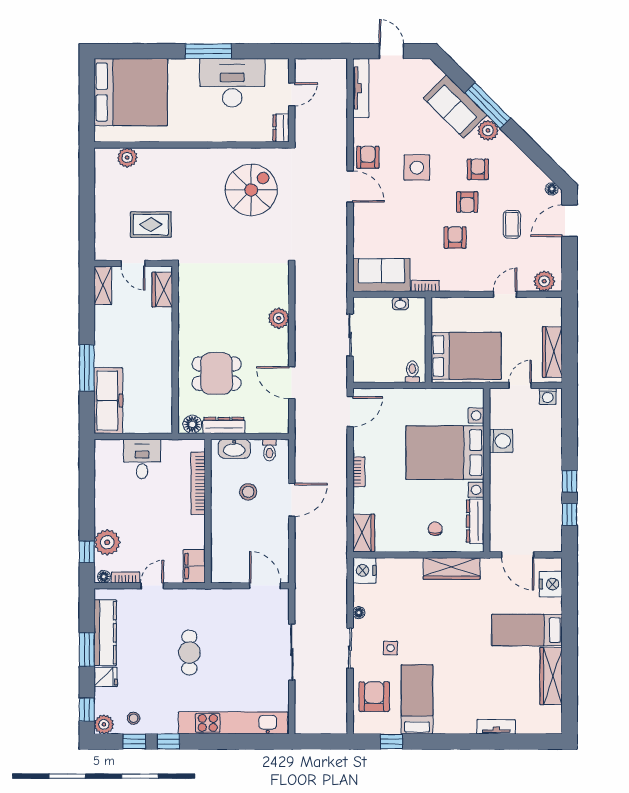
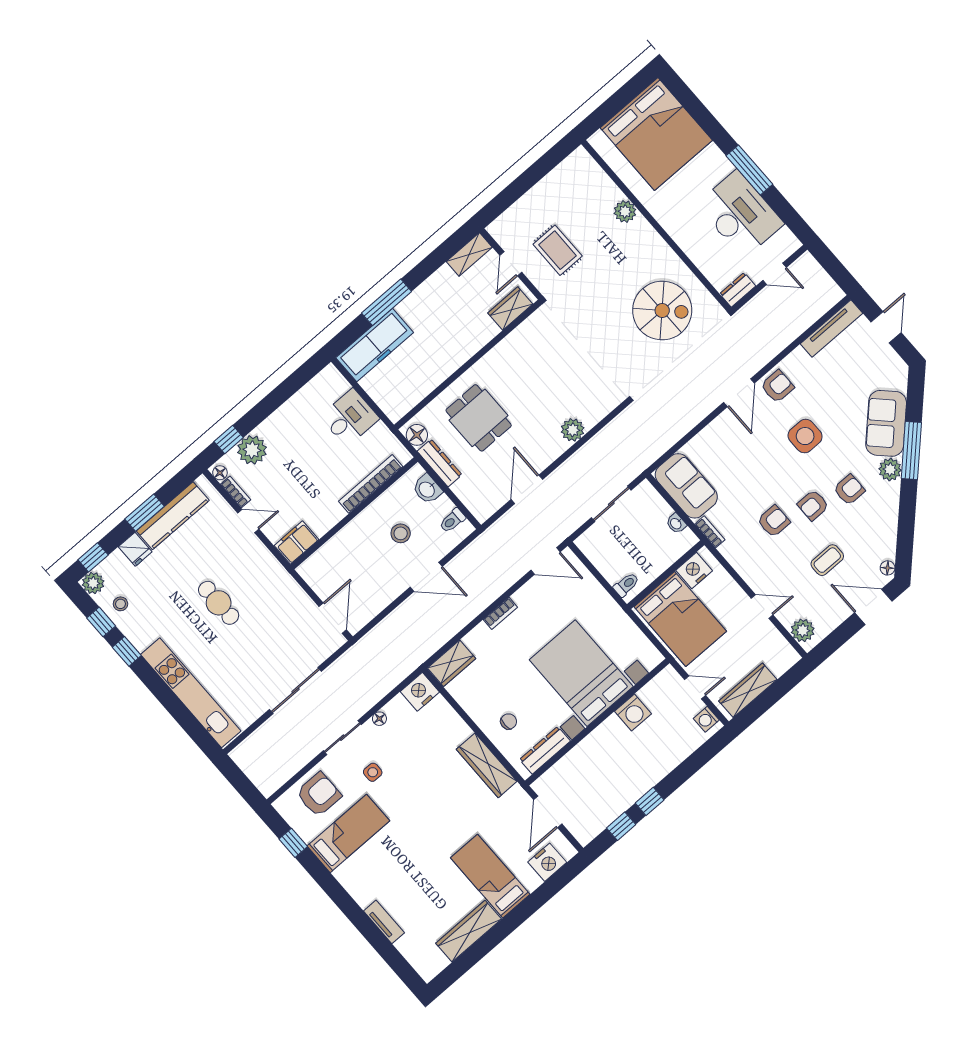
plant: (127, 158) -> (625, 212), moved
nightstand: (442, 319) -> (694, 570), added
washbasin: (234, 449) -> (427, 489), width x0.72
cafe table: (189, 653) -> (219, 603), turned 90

